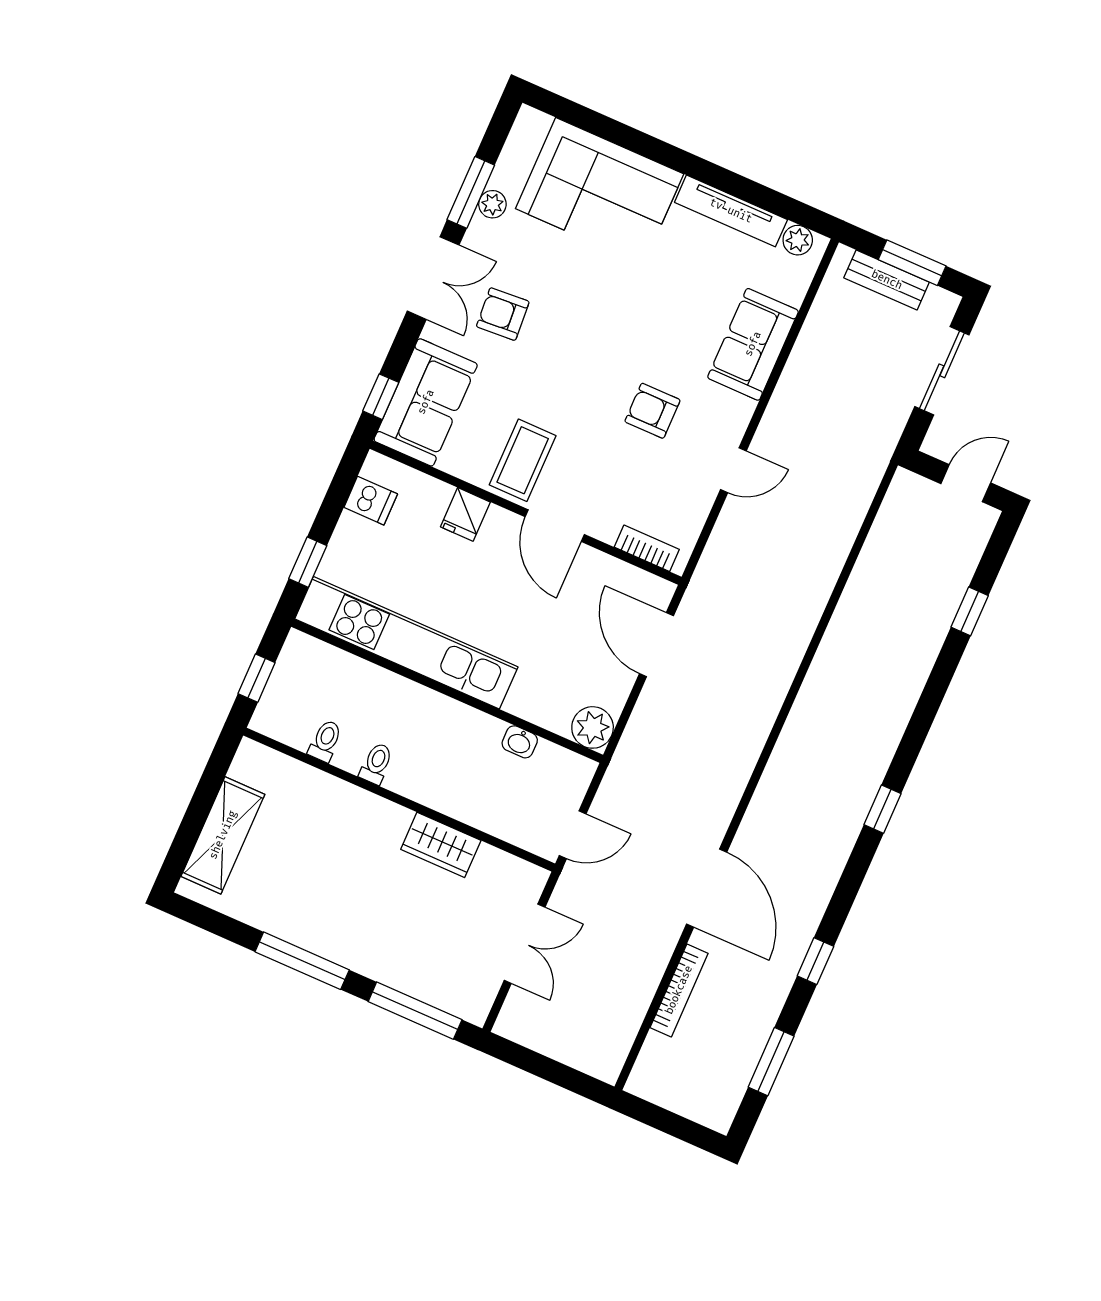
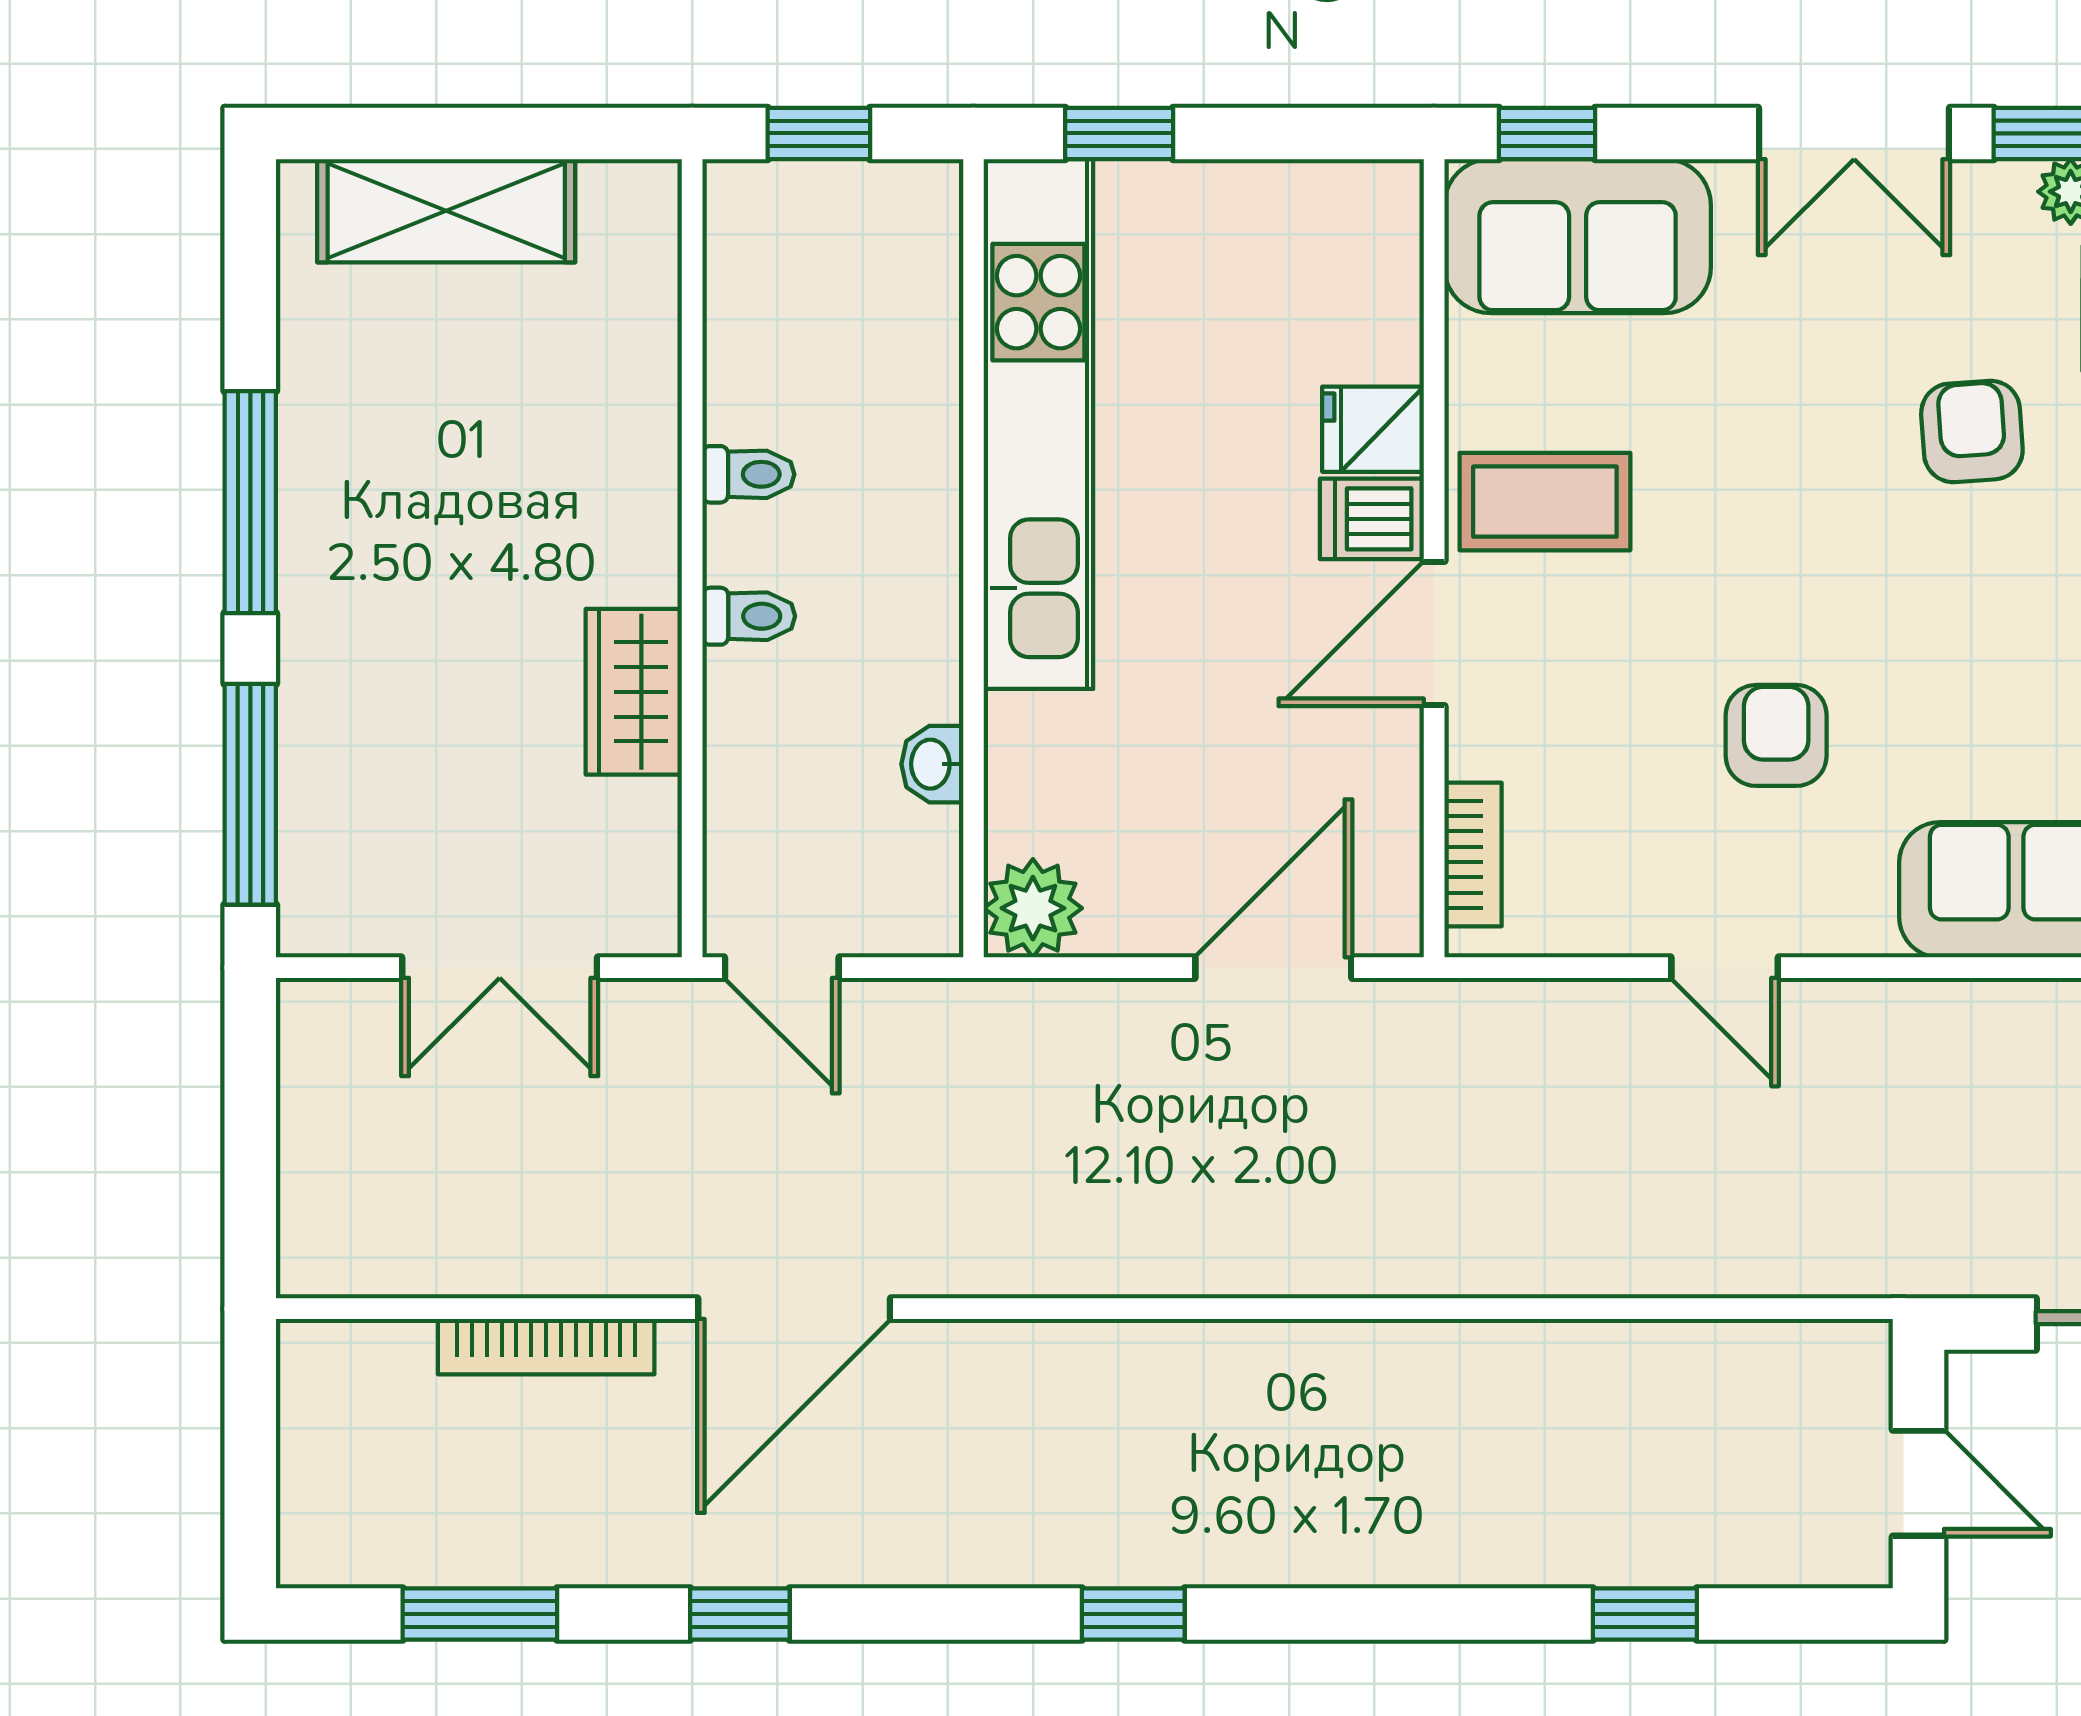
armchair: (503, 314) -> (1972, 431), moved
dishwasher: (371, 501) -> (1372, 519), moved, turned 90
toilet: (325, 741) -> (749, 616), moved

